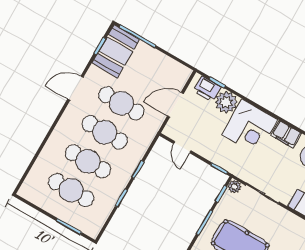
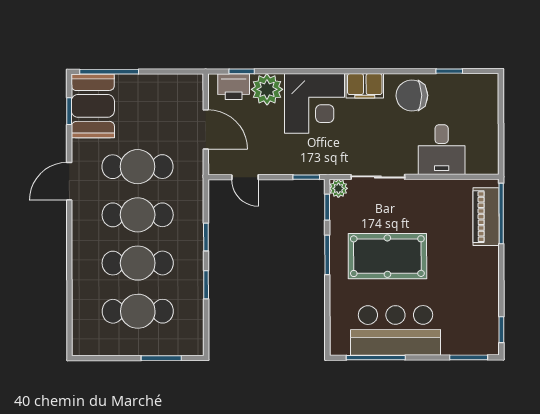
door: (175, 105) -> (206, 129), swing flipped

